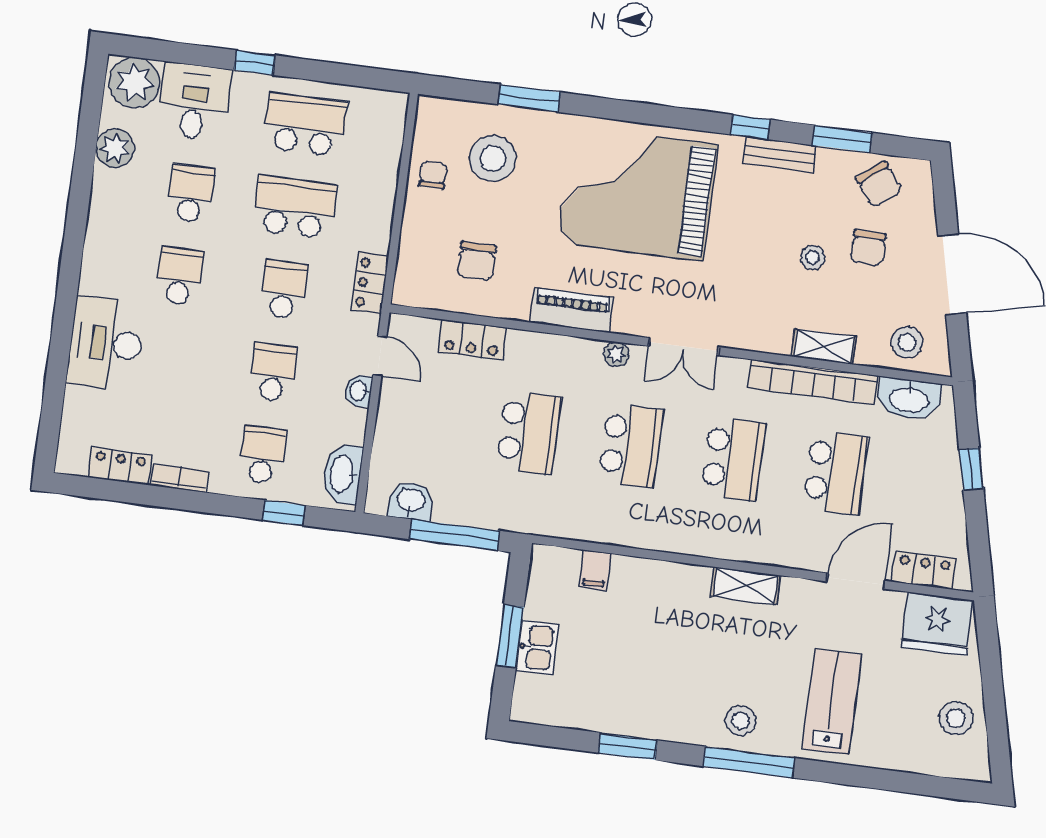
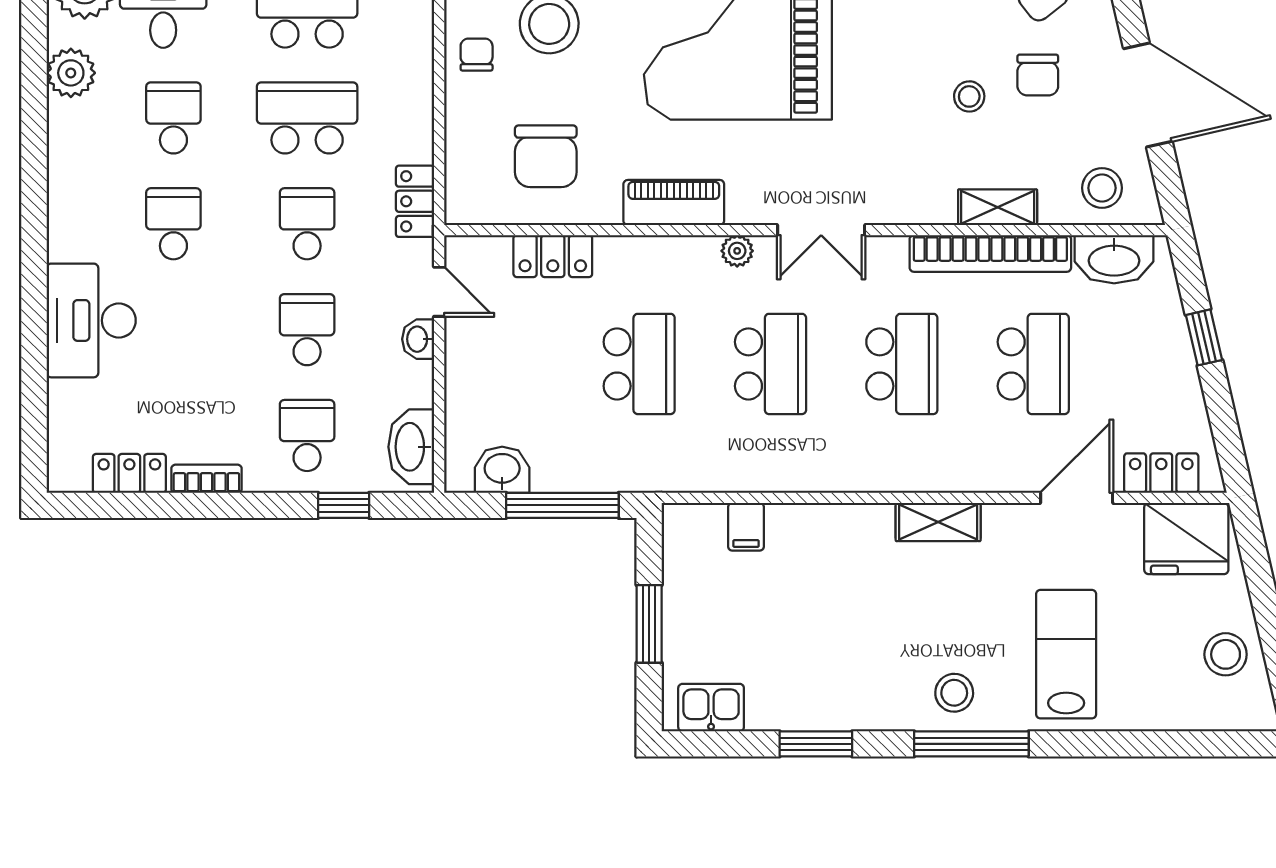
chair: (477, 261) -> (546, 156), width x1.37, depth x1.37
kitchen sink: (537, 648) -> (711, 708), moved, turned -90

